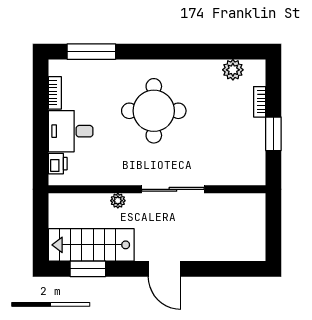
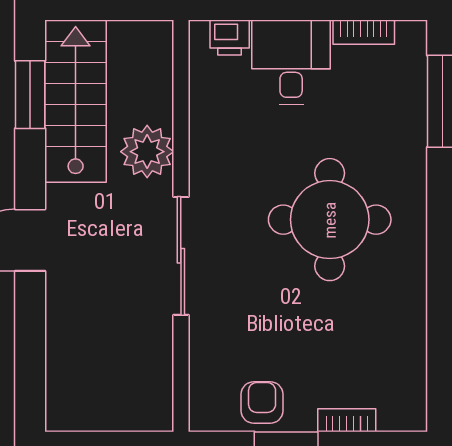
plant: (233, 70) -> (407, 370), removed
armchair: (250, 147) -> (262, 402), added
plant: (118, 201) -> (147, 152), width x1.88, depth x1.88

